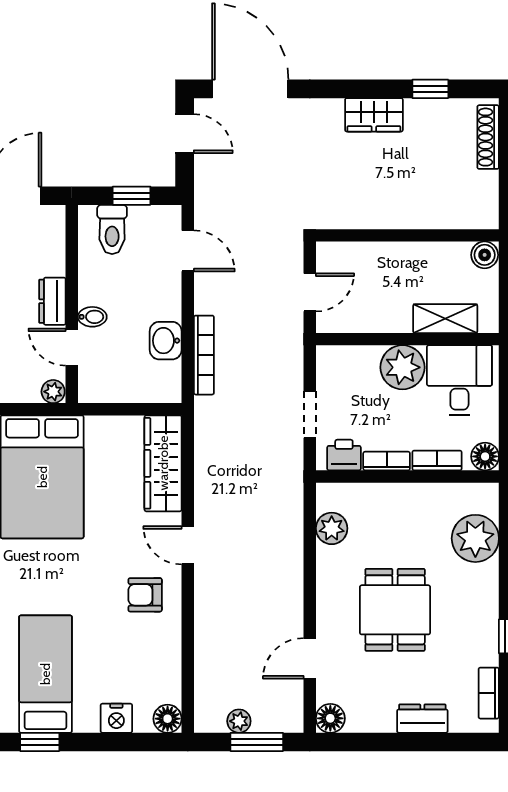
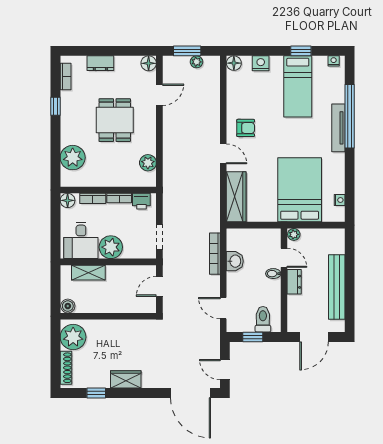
plant: (475, 196) -> (73, 337), added
doorway: (310, 415) -> (159, 237), moved

